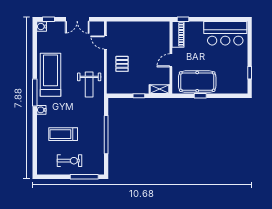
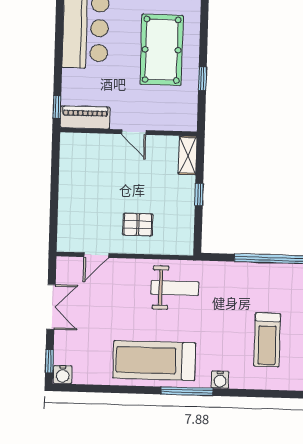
pool table: (197, 82) -> (162, 50), moved

